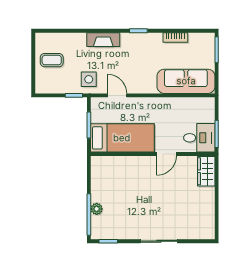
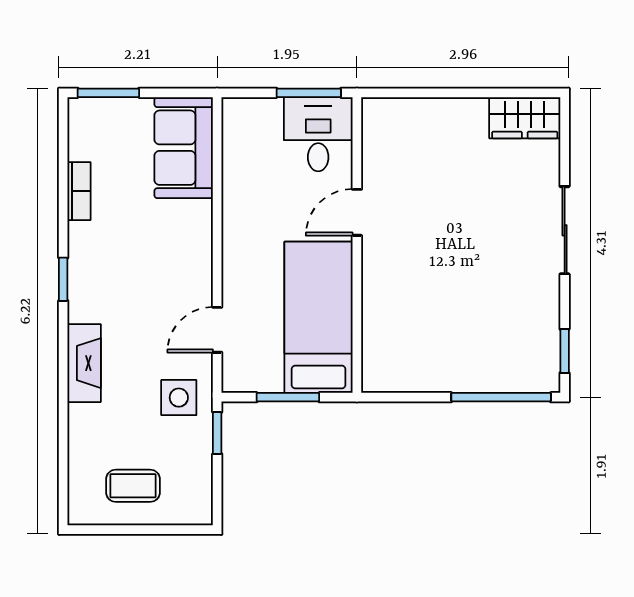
coffee table: (52, 60) -> (133, 486), turned 90
sofa: (186, 81) -> (184, 148), width x0.73
door: (166, 154) -> (357, 212), swing flipped
wardrobe: (206, 171) -> (525, 118), moved
plant: (97, 209) -> (488, 379), removed

